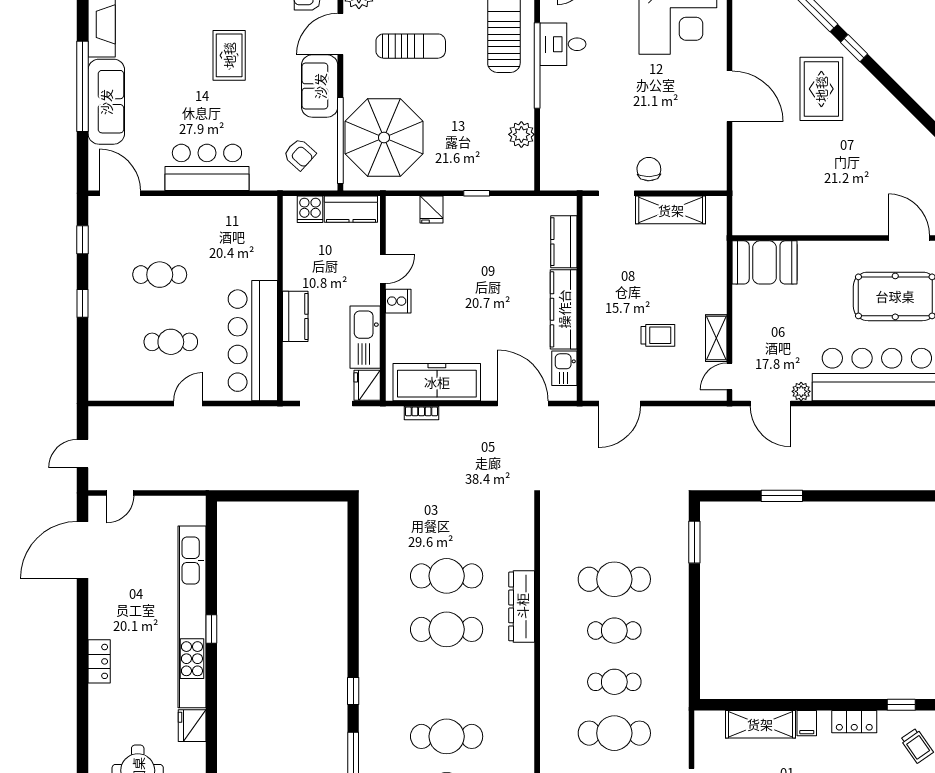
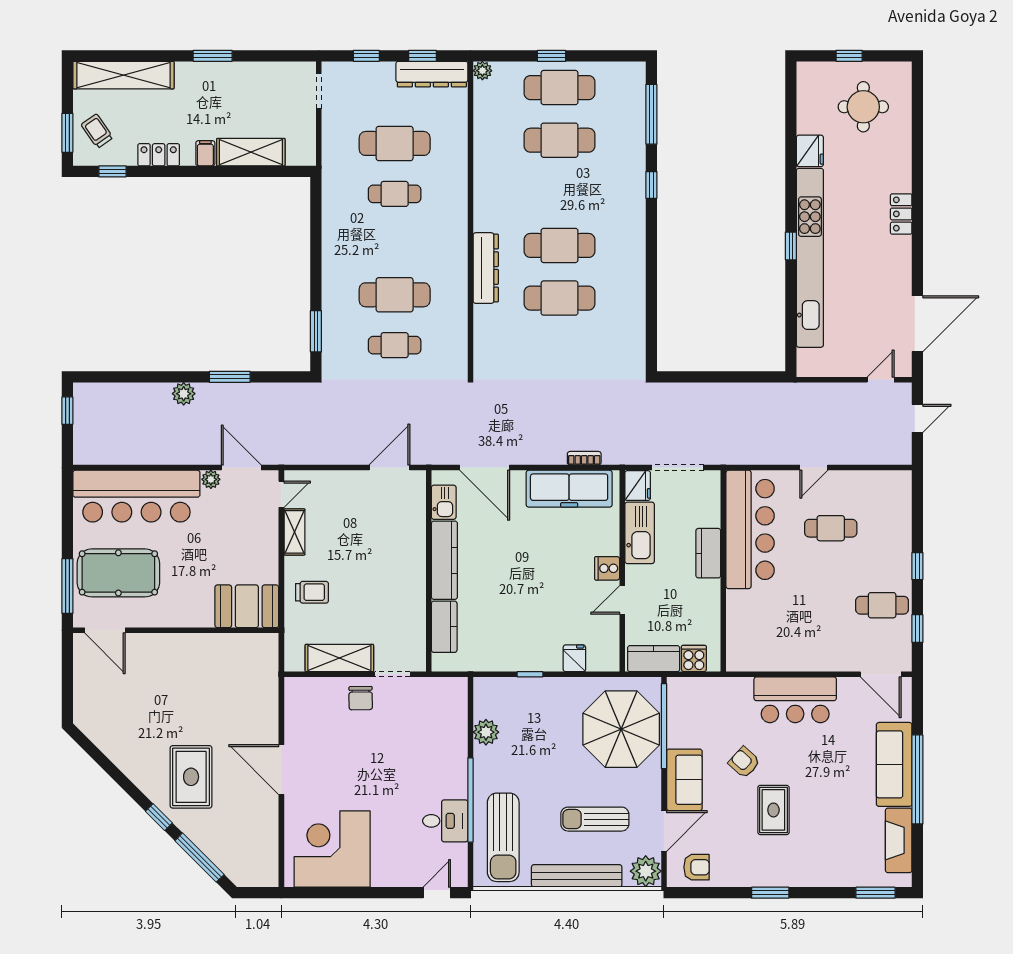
armchair: (300, 154) -> (744, 762), moved
cafe table: (160, 275) -> (882, 605), moved
trolley: (658, 335) -> (312, 592), moved, turned 180
plant: (829, 479) -> (184, 394), added
cafe table: (614, 631) -> (395, 345), moved

